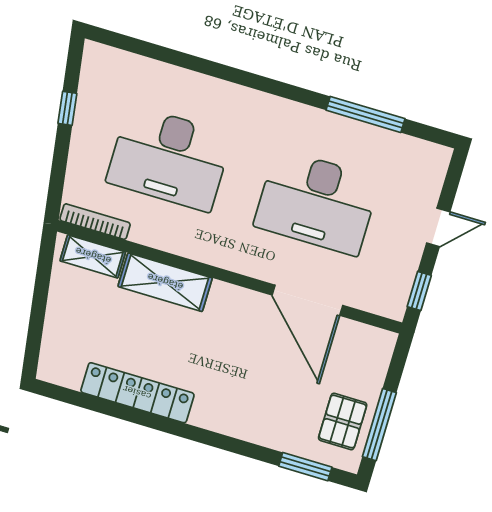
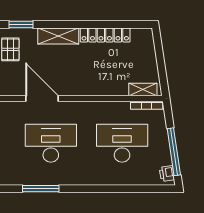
printer: (95, 67) -> (167, 174), added
window: (67, 108) -> (174, 152), width x3.17
shelving: (165, 282) -> (58, 36), moved

